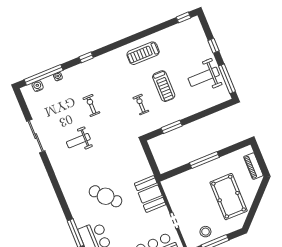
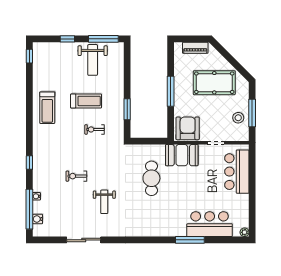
armchair: (177, 189) -> (188, 128), added
cafe table: (106, 196) -> (151, 178), moved, turned -47

